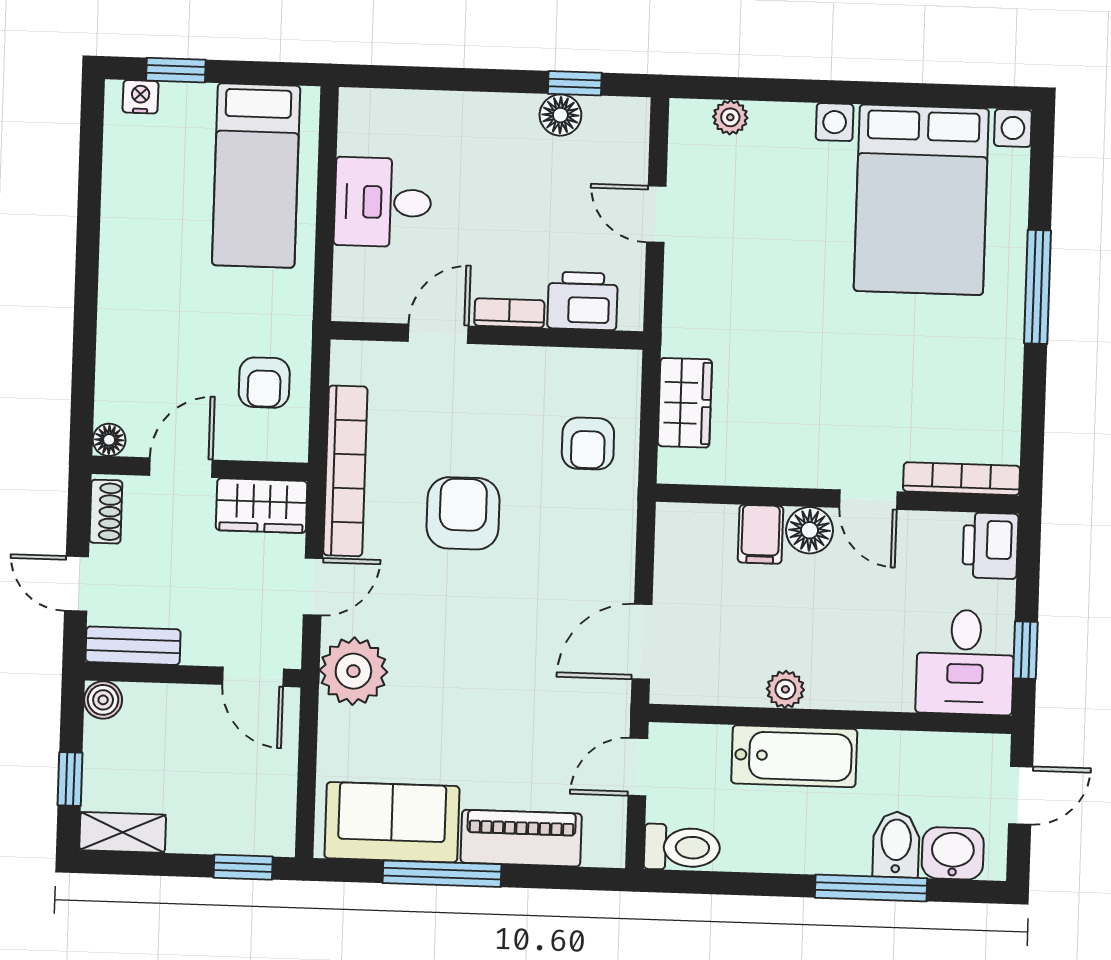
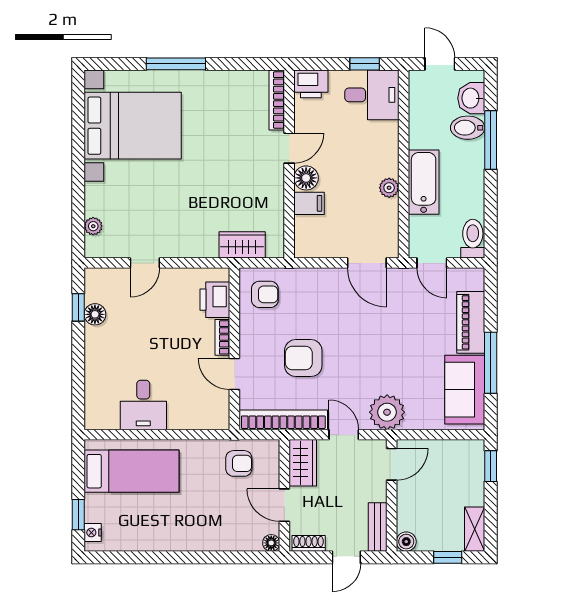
printer: (583, 301) -> (215, 300), moved
bookcase: (509, 313) -> (222, 337), moved
door: (438, 334) -> (234, 374), moved
wall: (487, 335) -> (234, 349), moved

